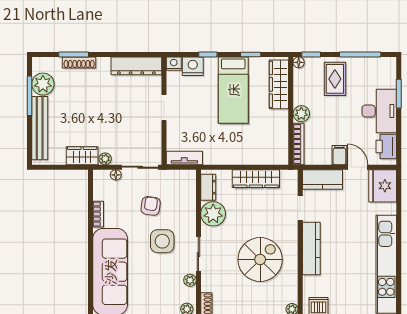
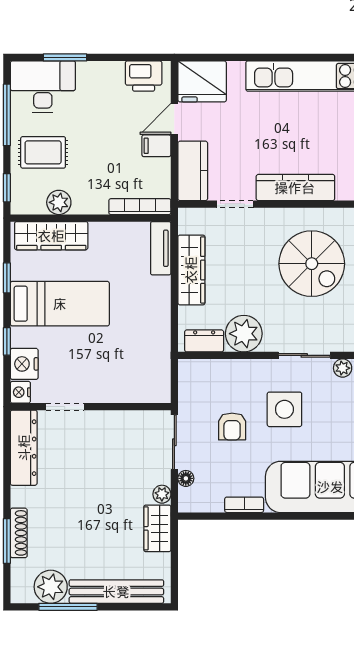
floor lamp: (299, 62) -> (19, 206), removed
doorway: (164, 108) -> (65, 407), moved
desk: (379, 111) -> (43, 87), moved
plant: (301, 114) -> (59, 202), moved
tv unit: (184, 158) -> (161, 248), moved
armchair: (151, 206) -> (232, 427), turned -98
spiral stairs: (260, 260) -> (312, 264), turned 180

